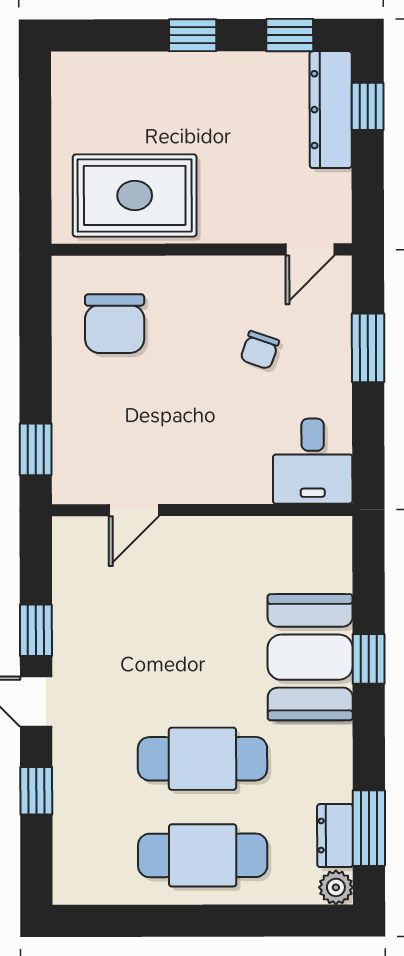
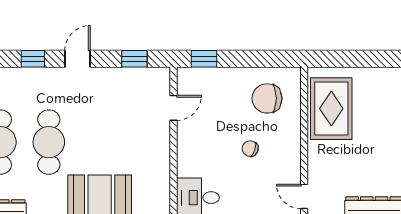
chair: (260, 350) -> (250, 149), moved
door: (134, 510) -> (173, 108), swing flipped
window: (36, 630) -> (134, 59), moved

